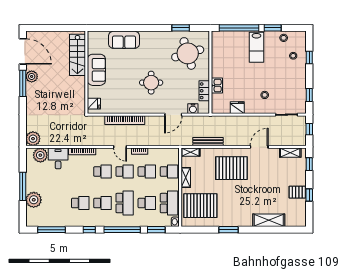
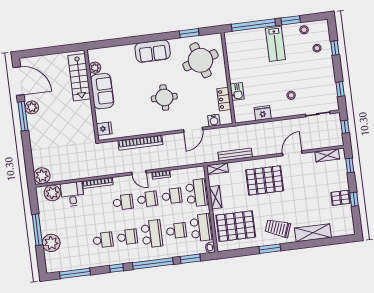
sofa: (124, 40) -> (153, 51), moved
plant: (92, 48) -> (95, 68), added
school desk: (169, 172) -> (196, 193), width x1.85
trolley: (238, 212) -> (278, 228), added

